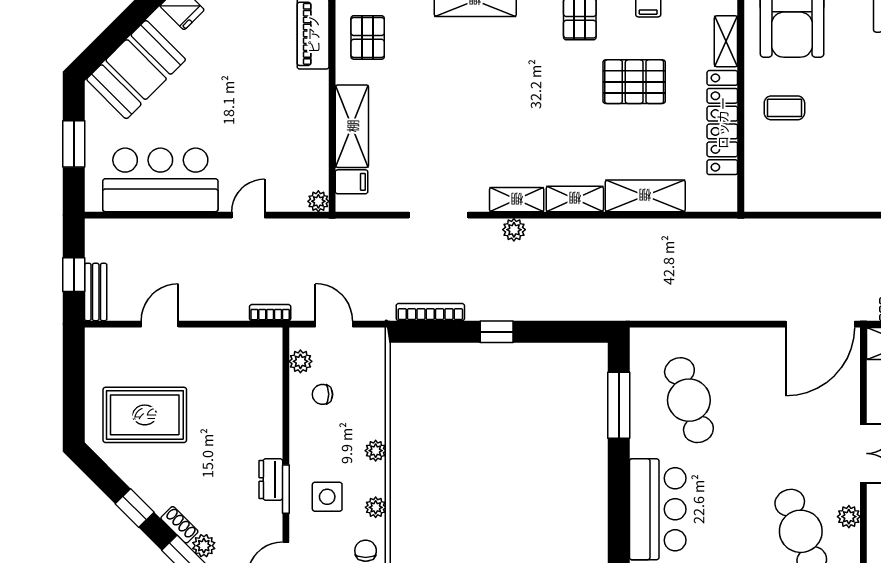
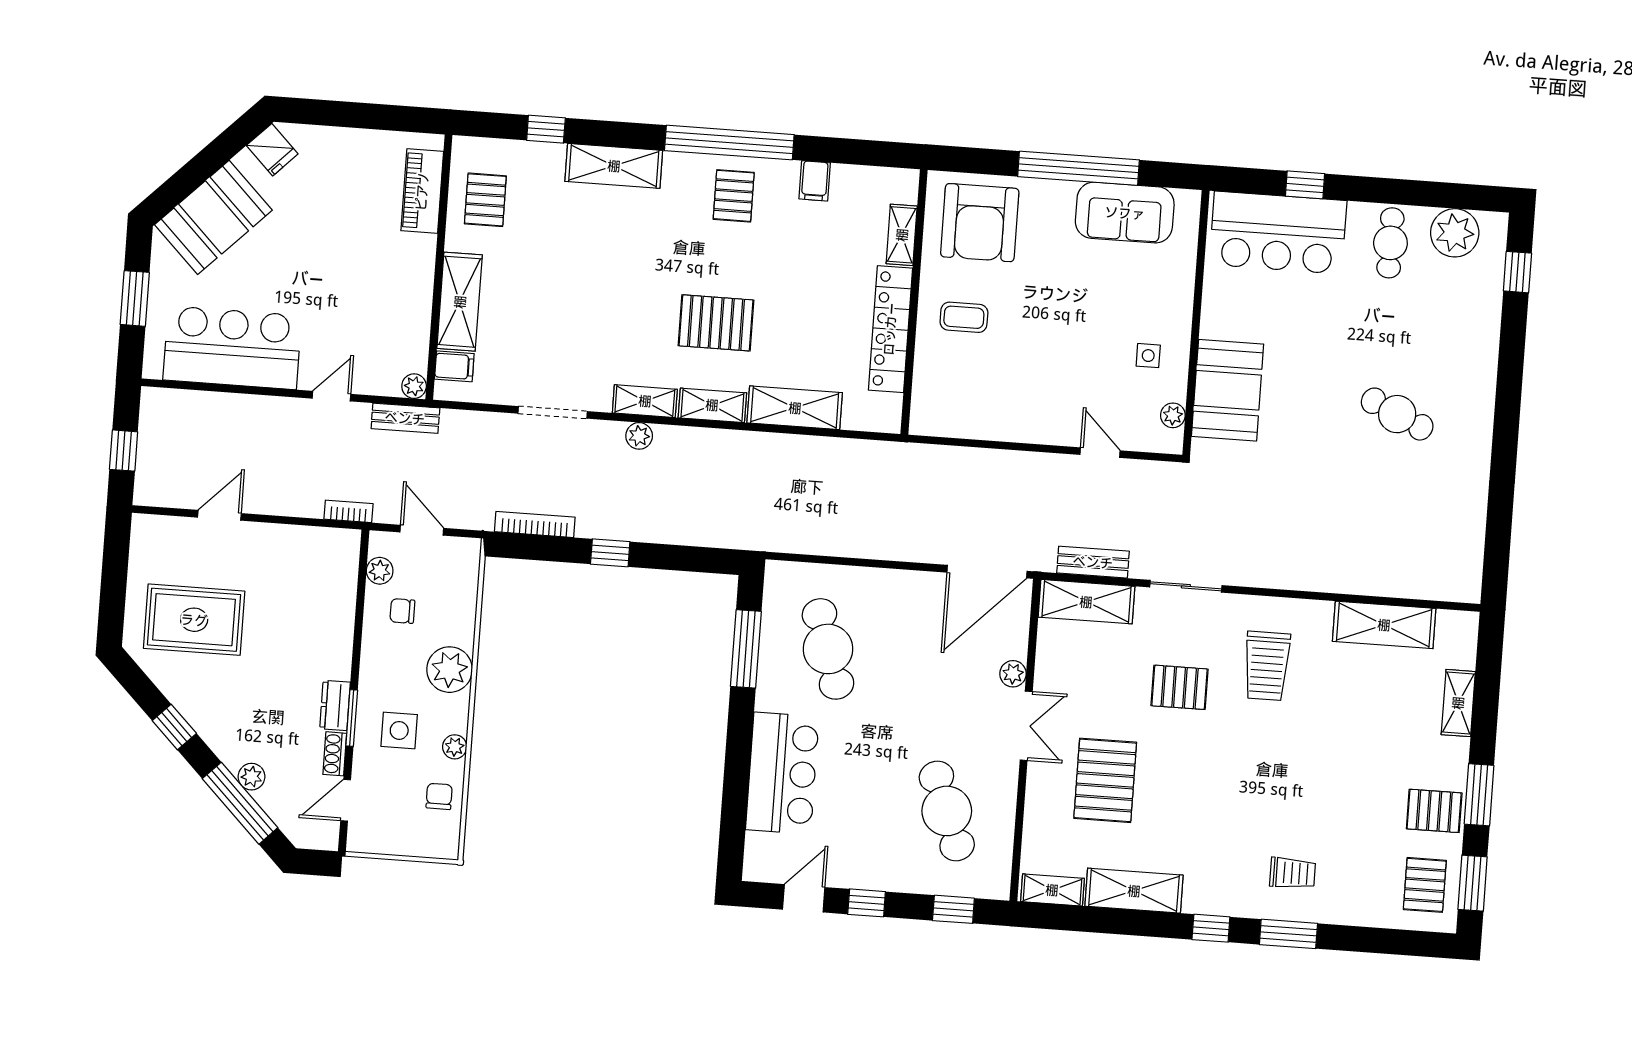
pallet: (634, 82) -> (716, 323), moved
bench: (96, 292) -> (405, 418), moved, turned 90
plant: (376, 451) -> (450, 670), width x1.88, depth x1.88
plant: (849, 517) -> (1013, 674), moved
shoe rack: (179, 525) -> (335, 754), moved, turned -135

